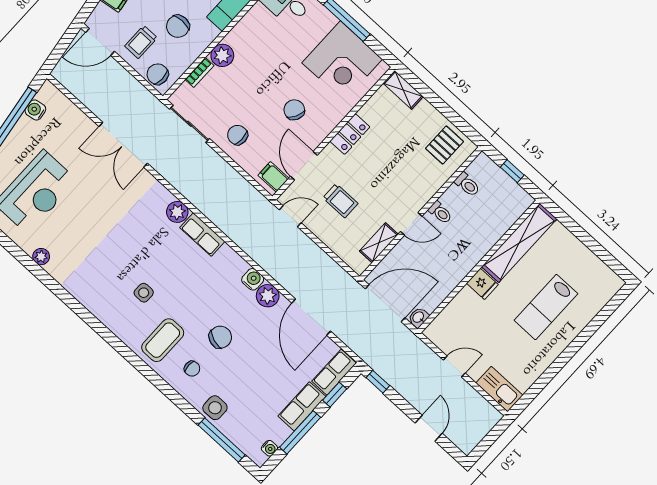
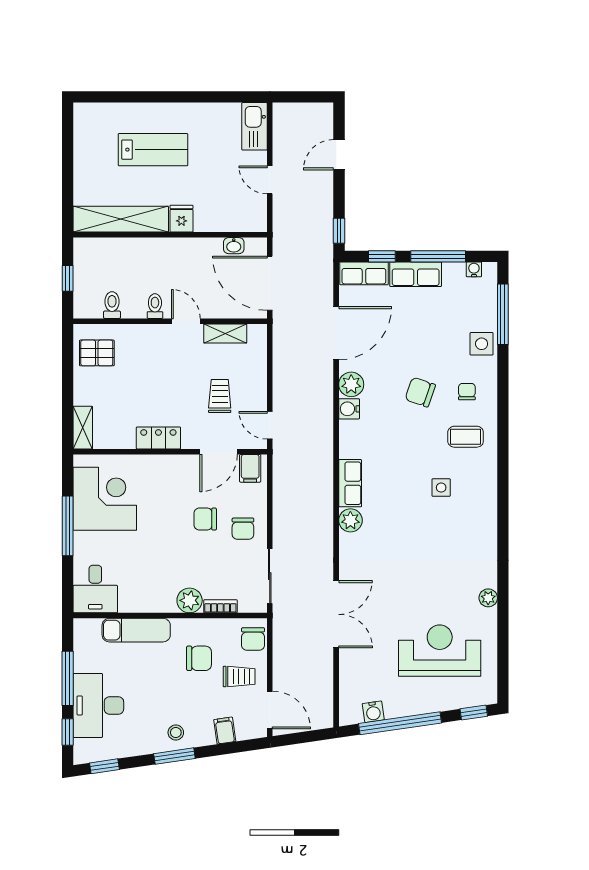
chair: (294, 110) -> (205, 519), moved, turned 62
washbasin: (418, 317) -> (234, 246), moved
coffee table: (163, 340) -> (466, 437), width x0.73, depth x0.77

